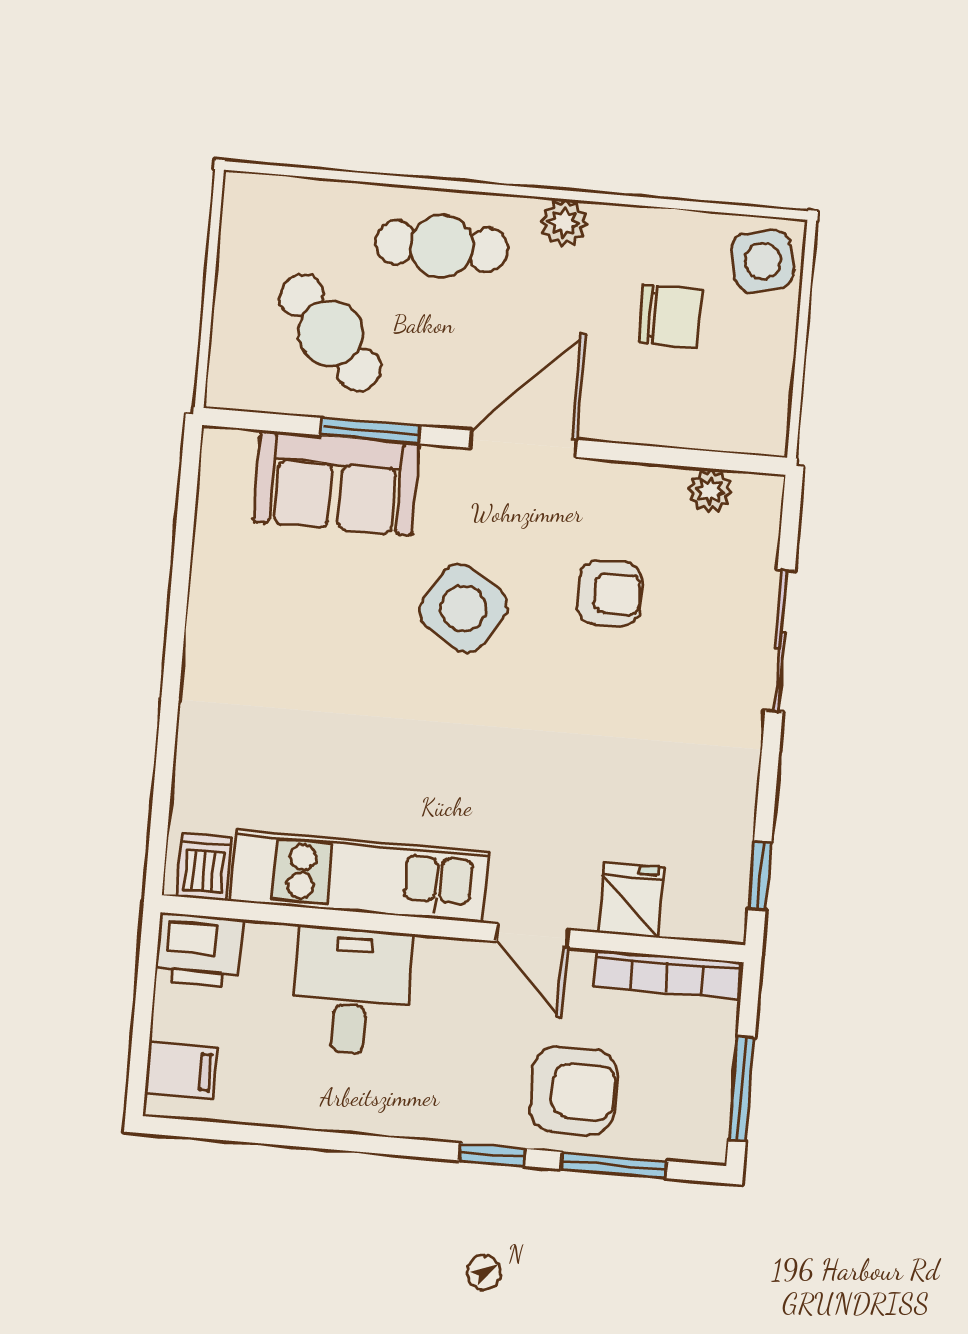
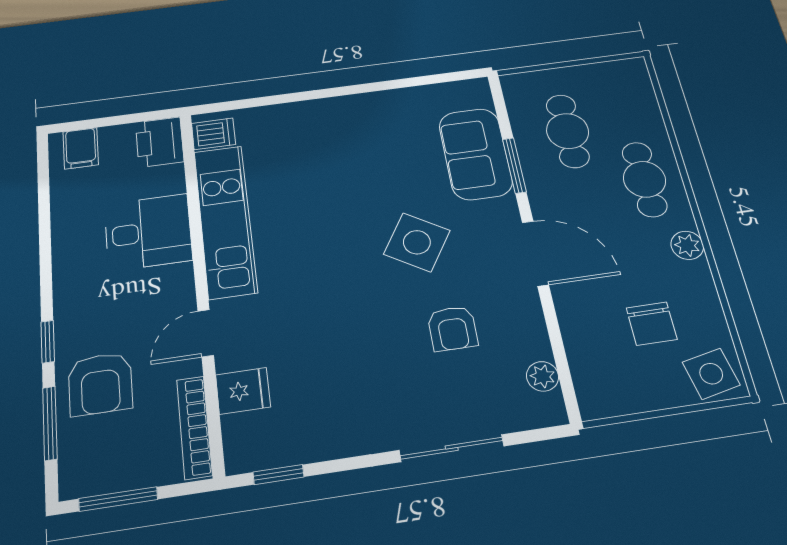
cafe table: (331, 333) -> (568, 131), turned -47

